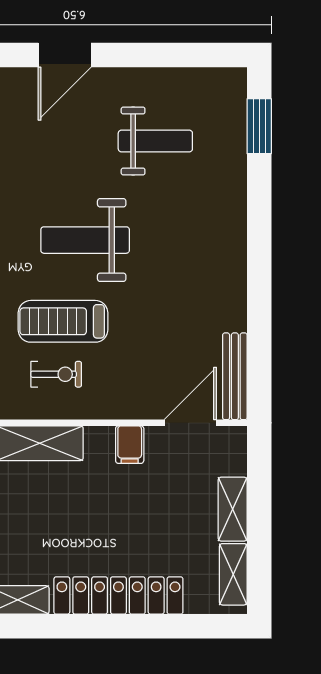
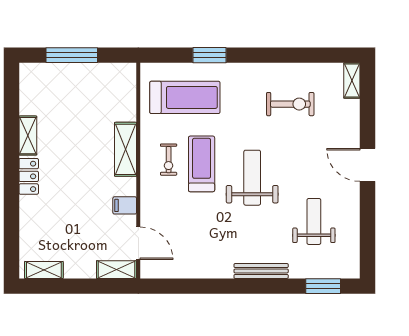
weight bench: (155, 141) -> (314, 221), turned 180
bench: (235, 376) -> (261, 271), moved
shelving: (233, 509) -> (116, 270), moved
locker: (118, 595) -> (29, 176), width x0.46, depth x0.83

